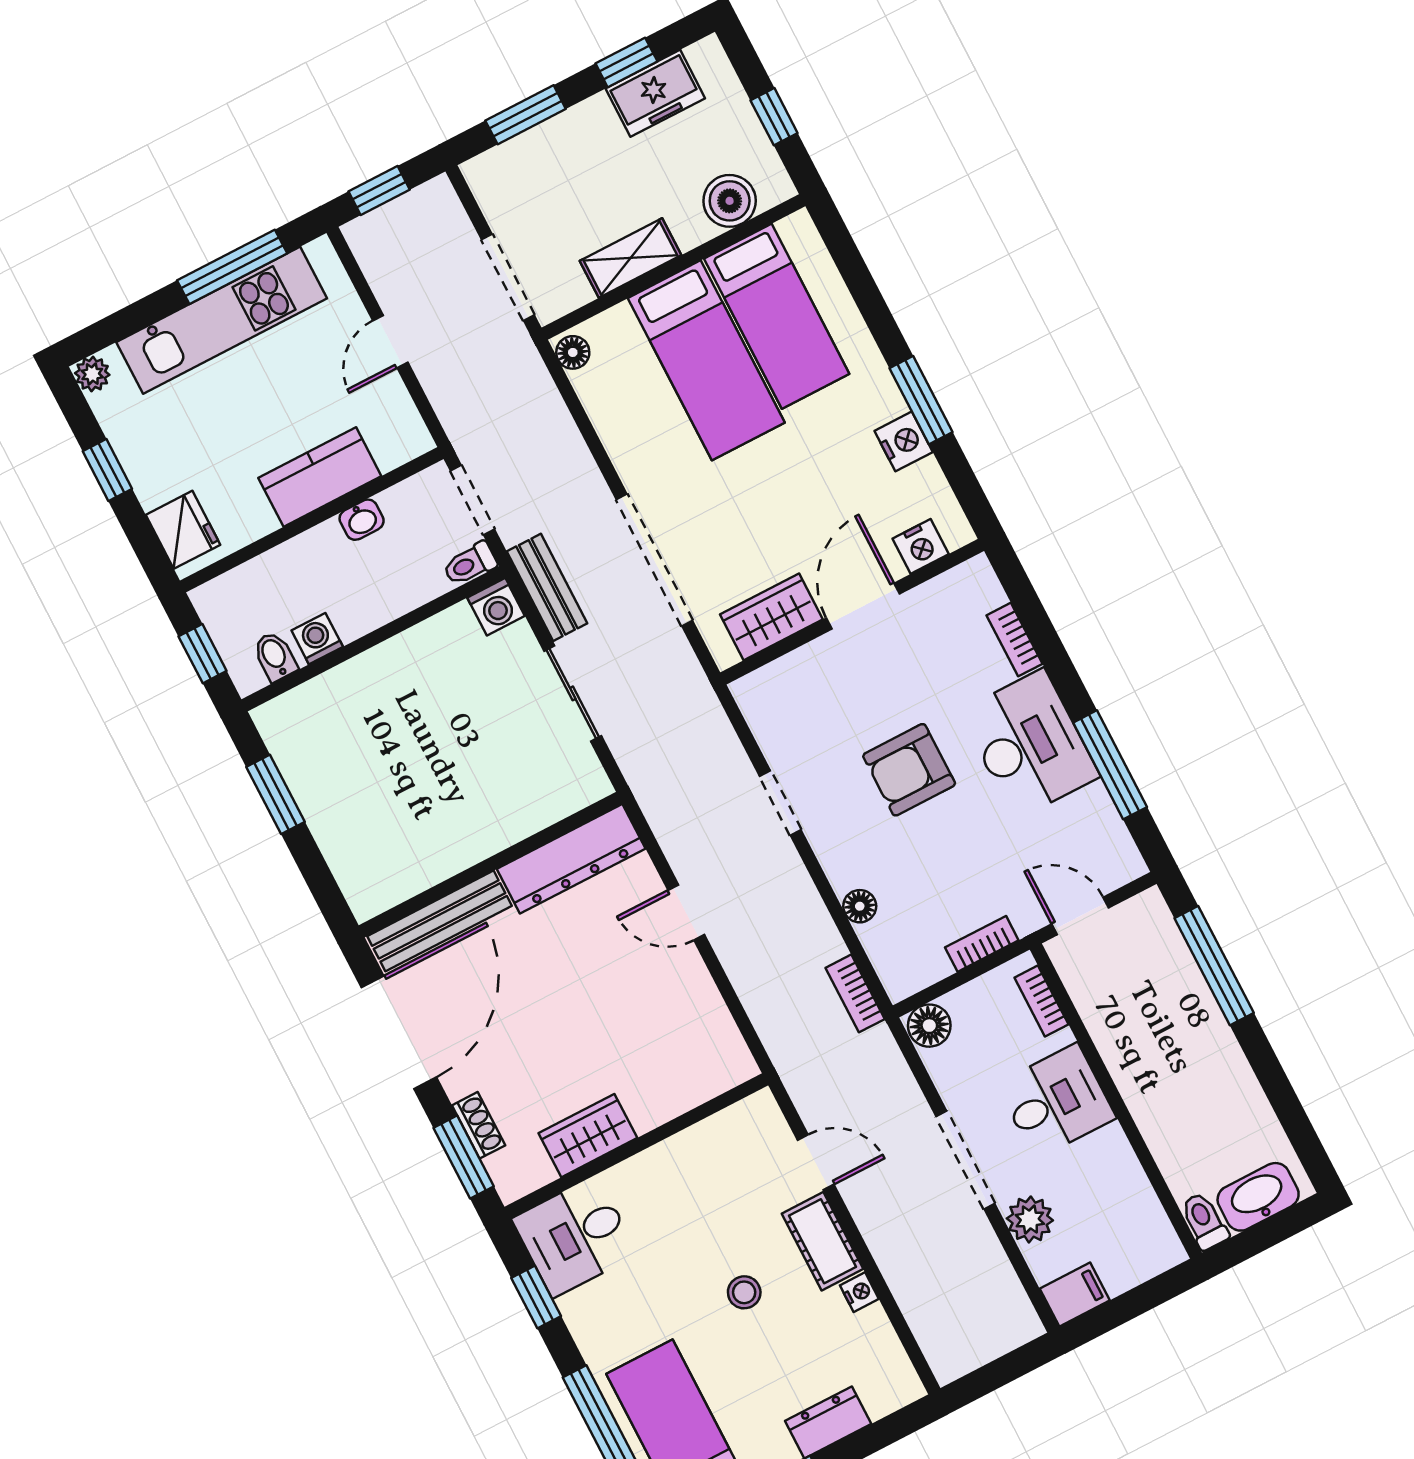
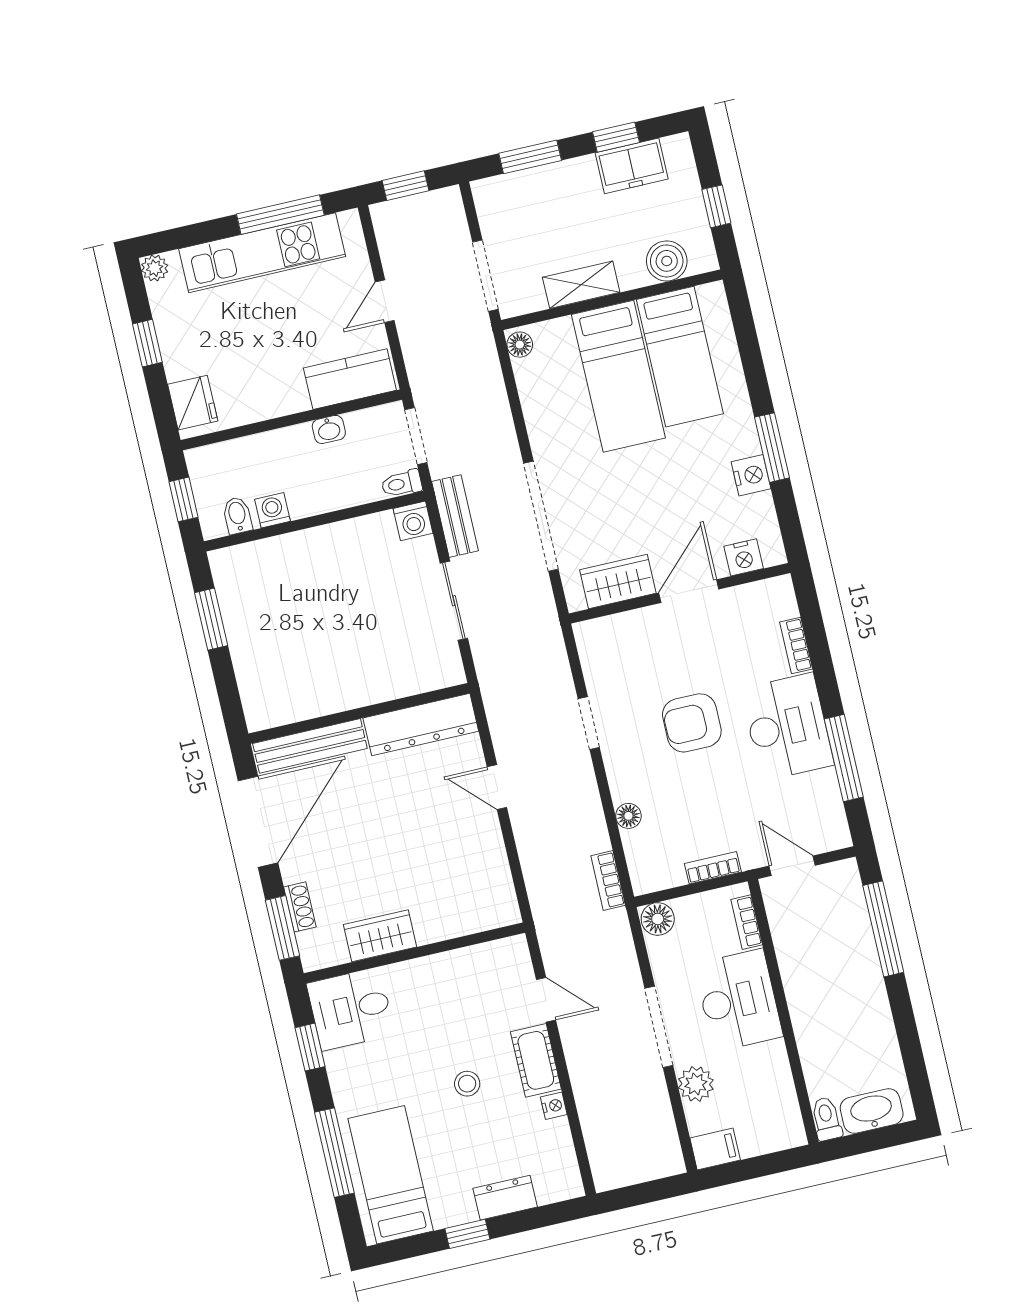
kitchen counter: (320, 477) -> (350, 379), moved
desk: (1056, 1101) -> (738, 1000), width x1.37

